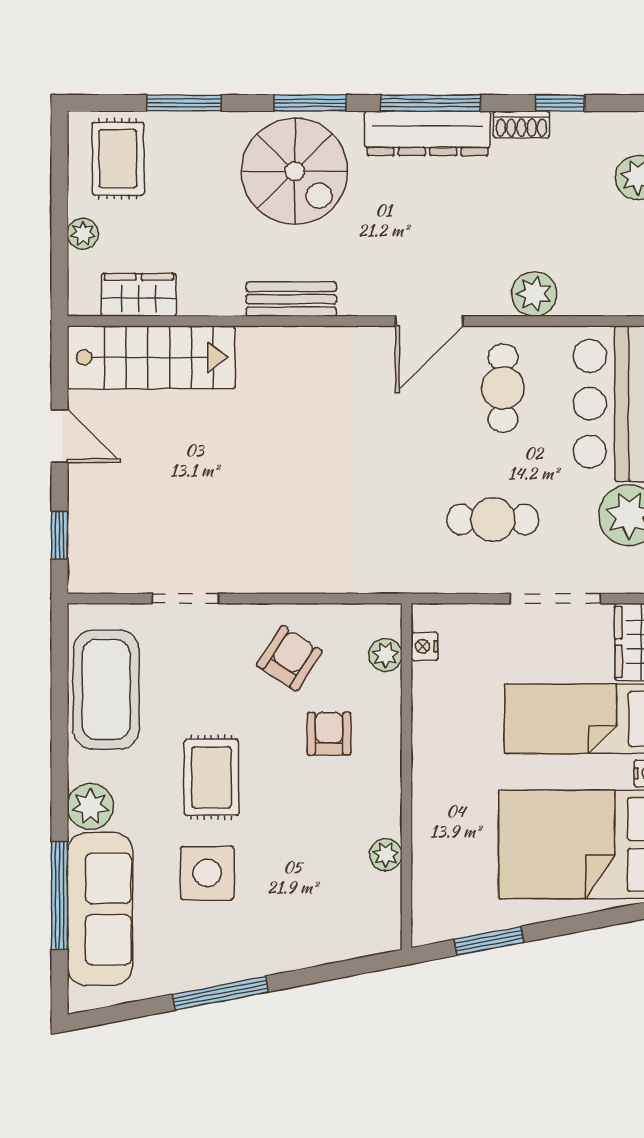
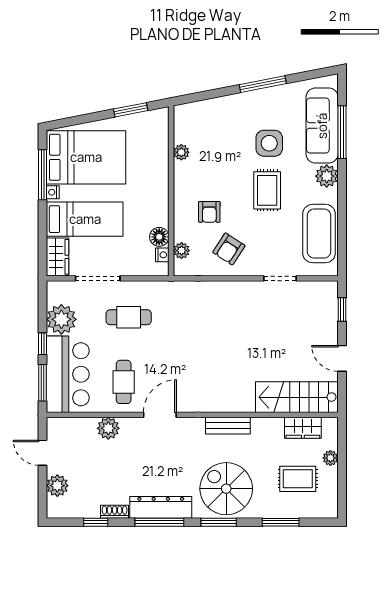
rug: (118, 159) -> (298, 479), moved, turned 90
floor lamp: (431, 683) -> (159, 237), added

